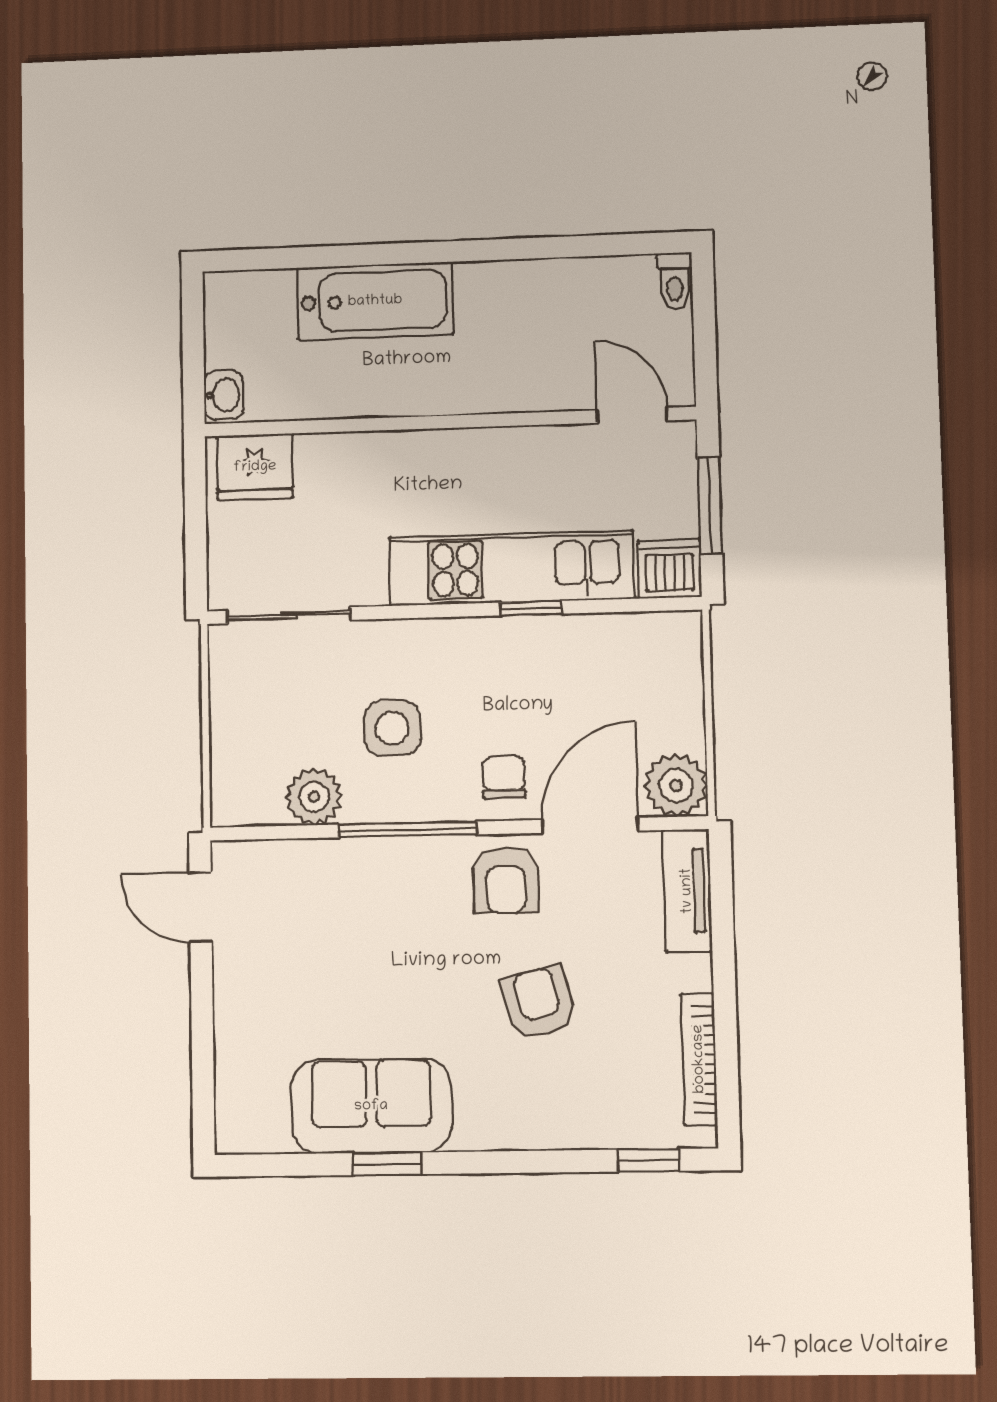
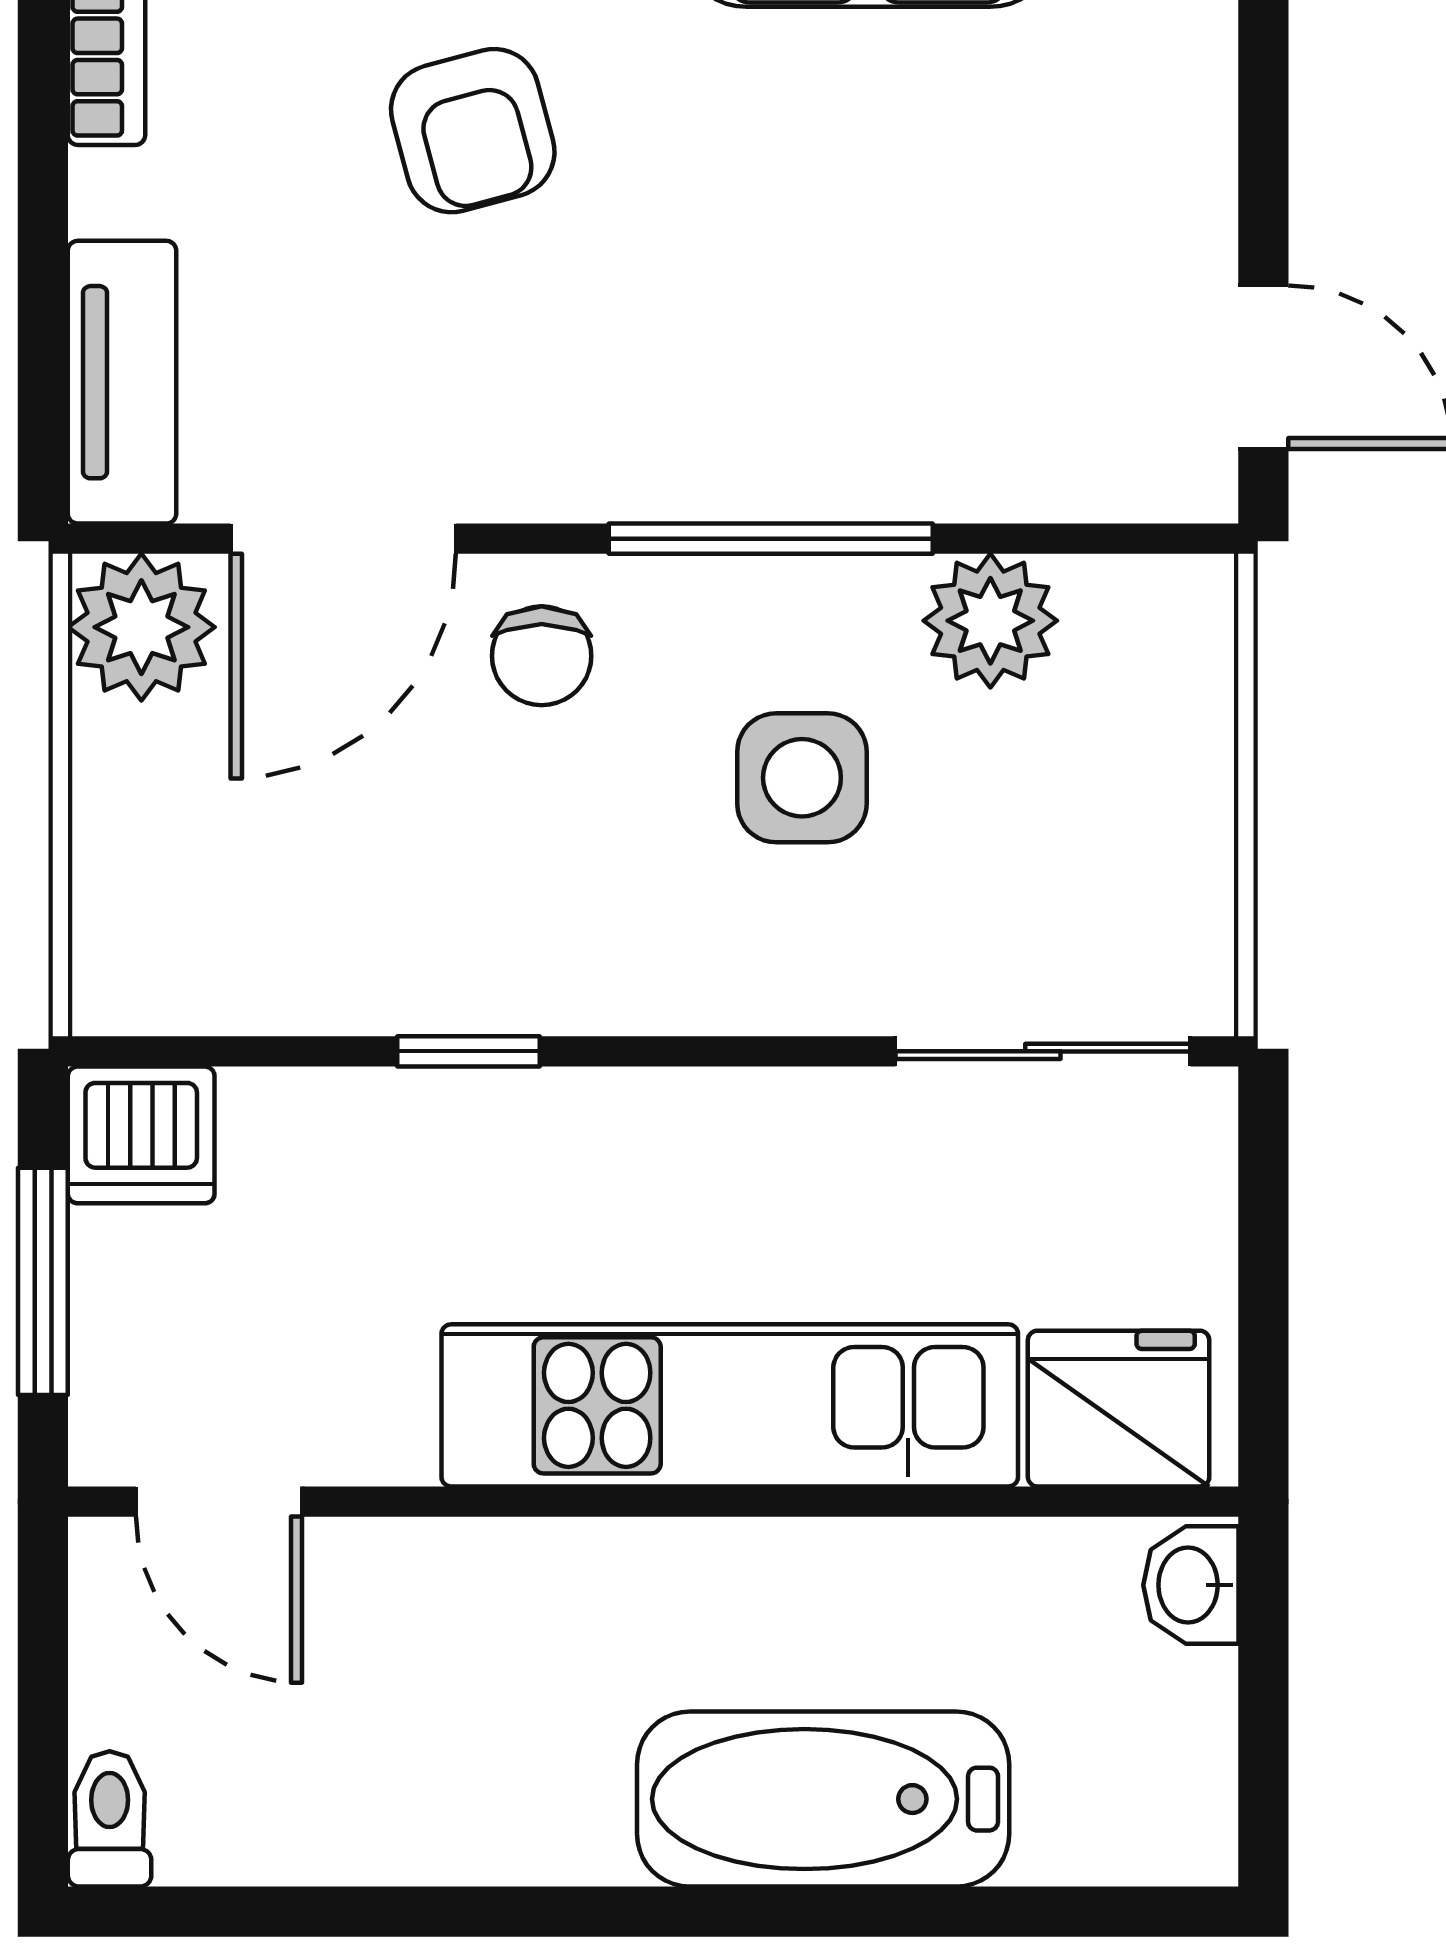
kitchen unit: (511, 568) -> (730, 1405), moved, turned 180
armchair: (506, 880) -> (543, 415), removed

